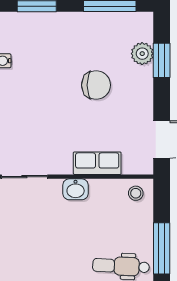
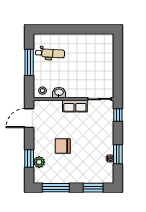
row of seats: (97, 163) -> (75, 106), moved
washbasin: (76, 189) -> (59, 93), moved

